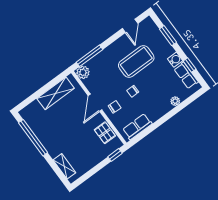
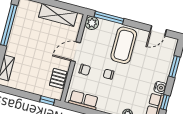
coffee table: (136, 61) -> (124, 45), moved, turned 90

